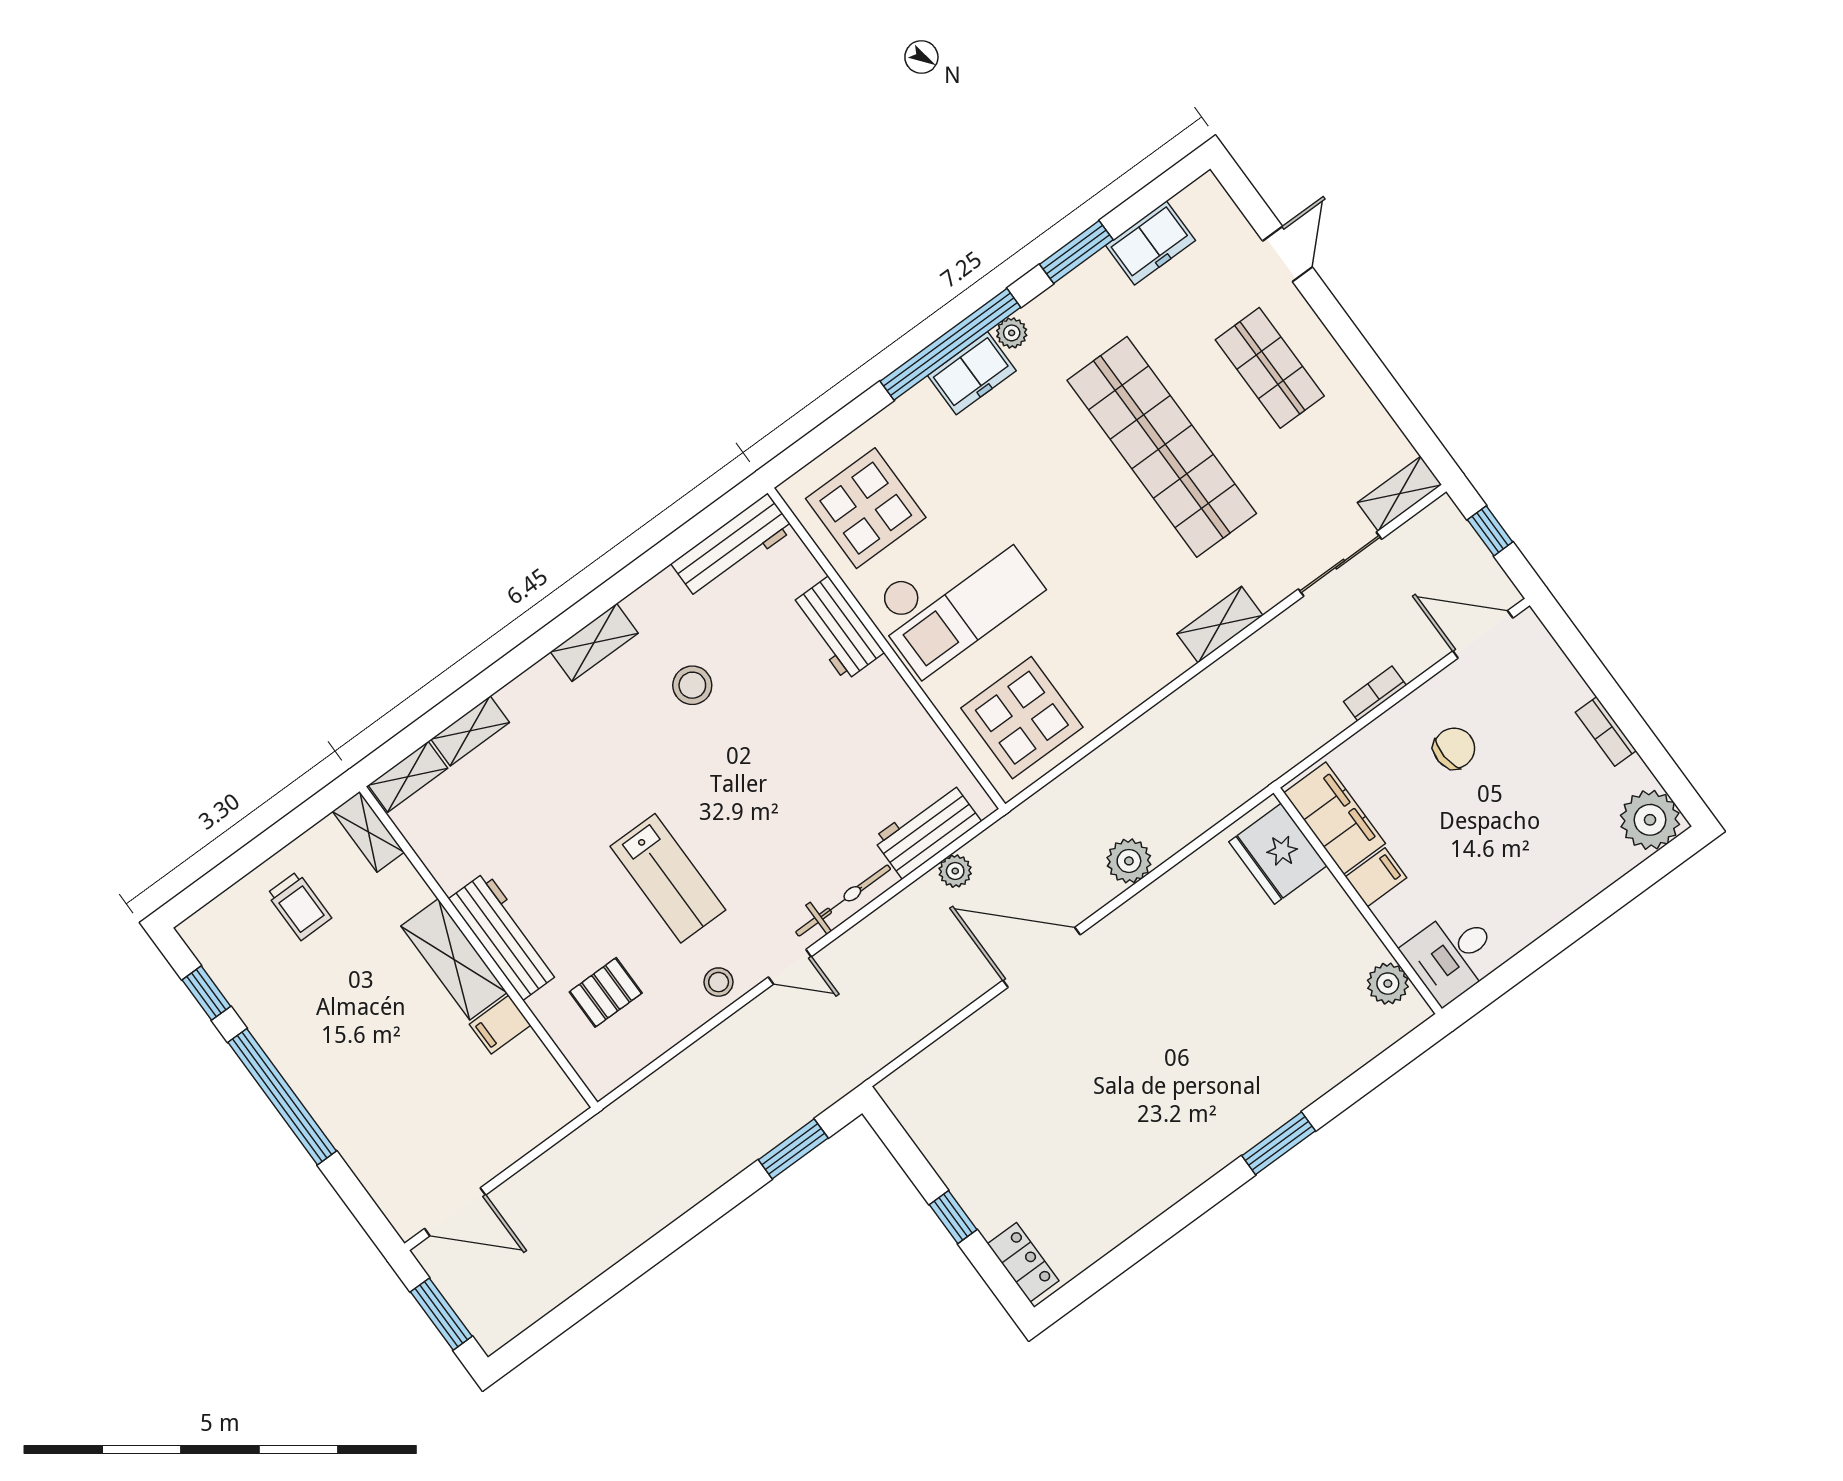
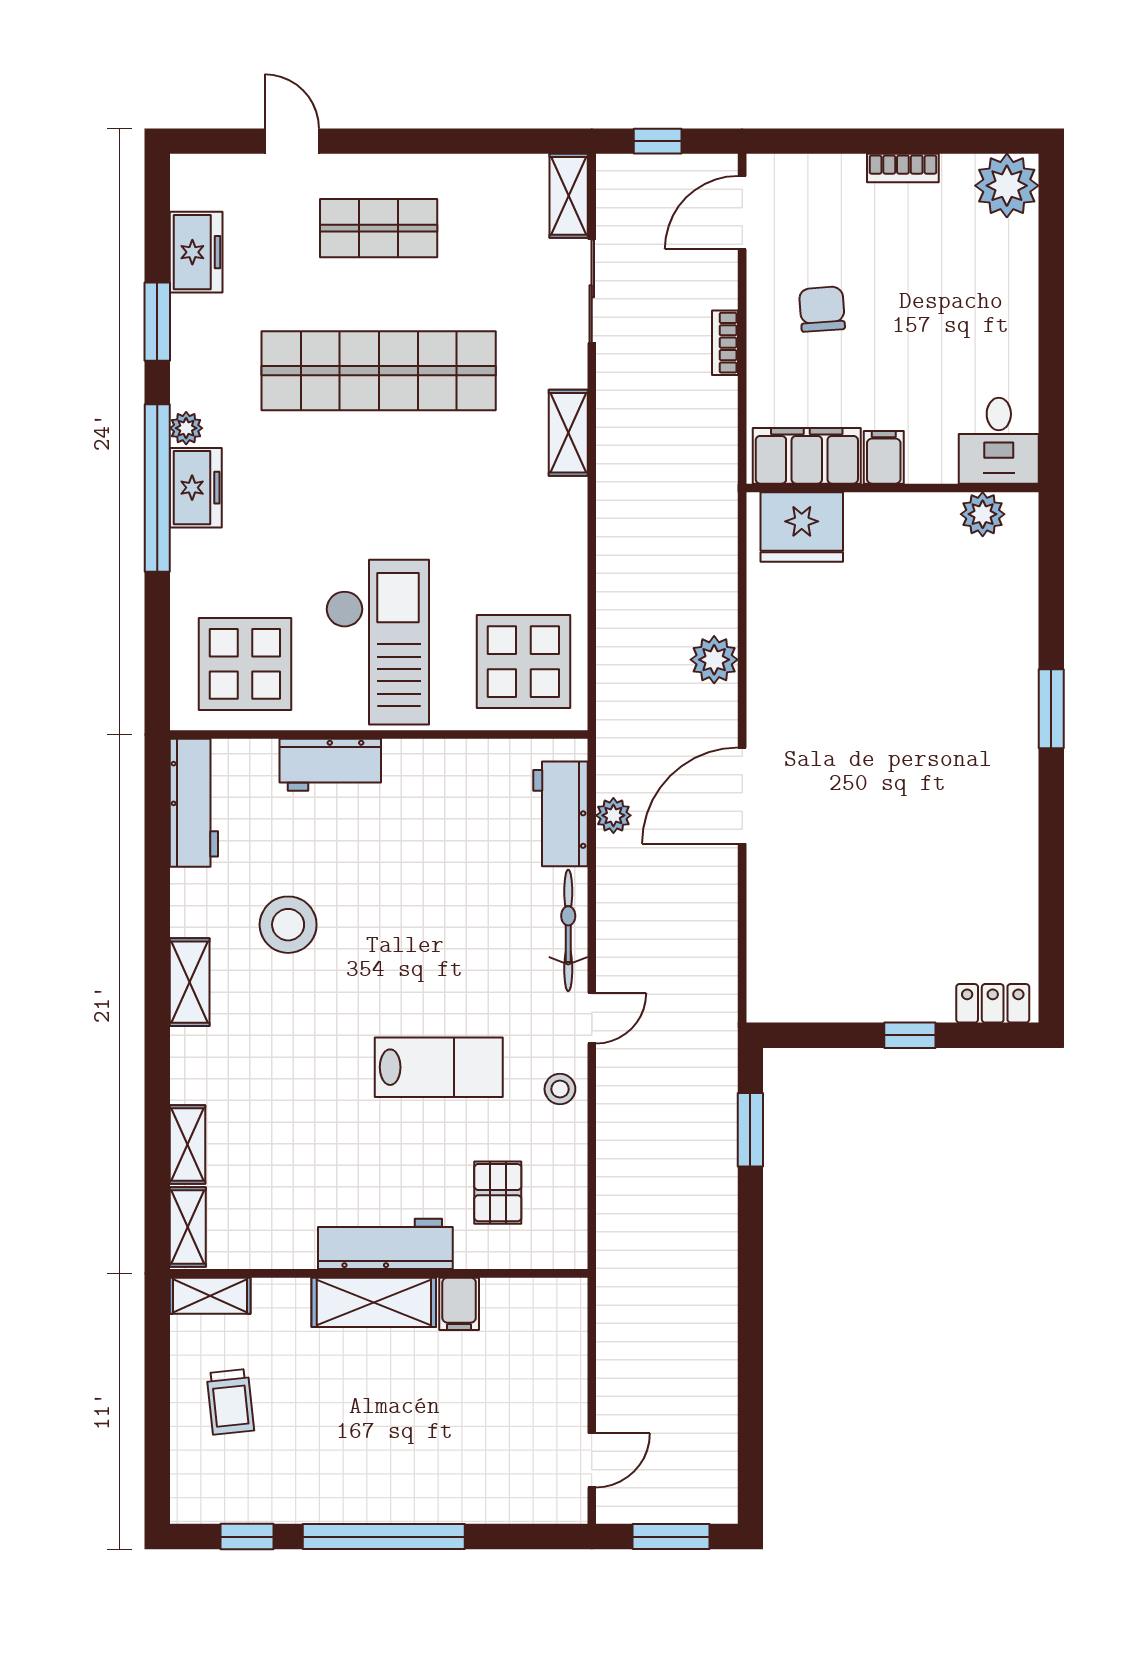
stool: (692, 685) -> (288, 925), width x1.38, depth x1.38
trolley: (299, 906) -> (230, 1402), turned 84
door: (455, 1212) -> (592, 1460), width x0.73

